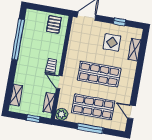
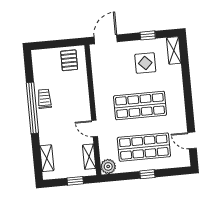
window: (18, 39) -> (32, 108), moved
shelving: (135, 50) -> (174, 50), moved
trolley: (51, 66) -> (44, 99), moved
window: (90, 128) -> (147, 174), width x0.46

